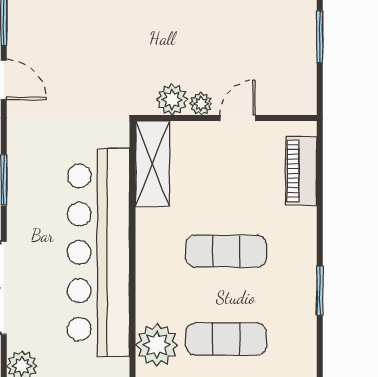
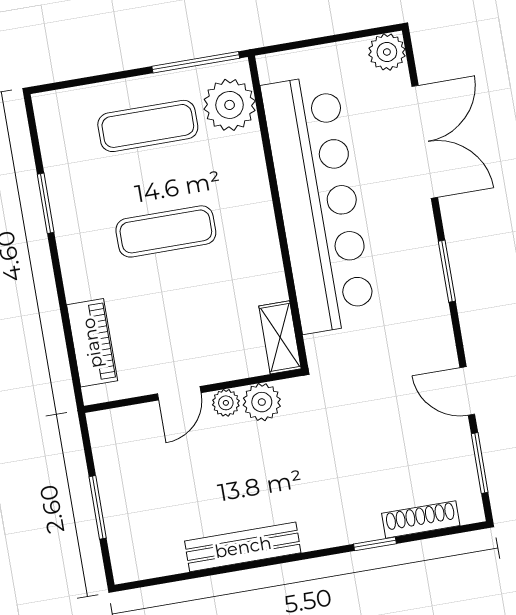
shelving: (152, 164) -> (280, 337), width x0.67, depth x0.75

